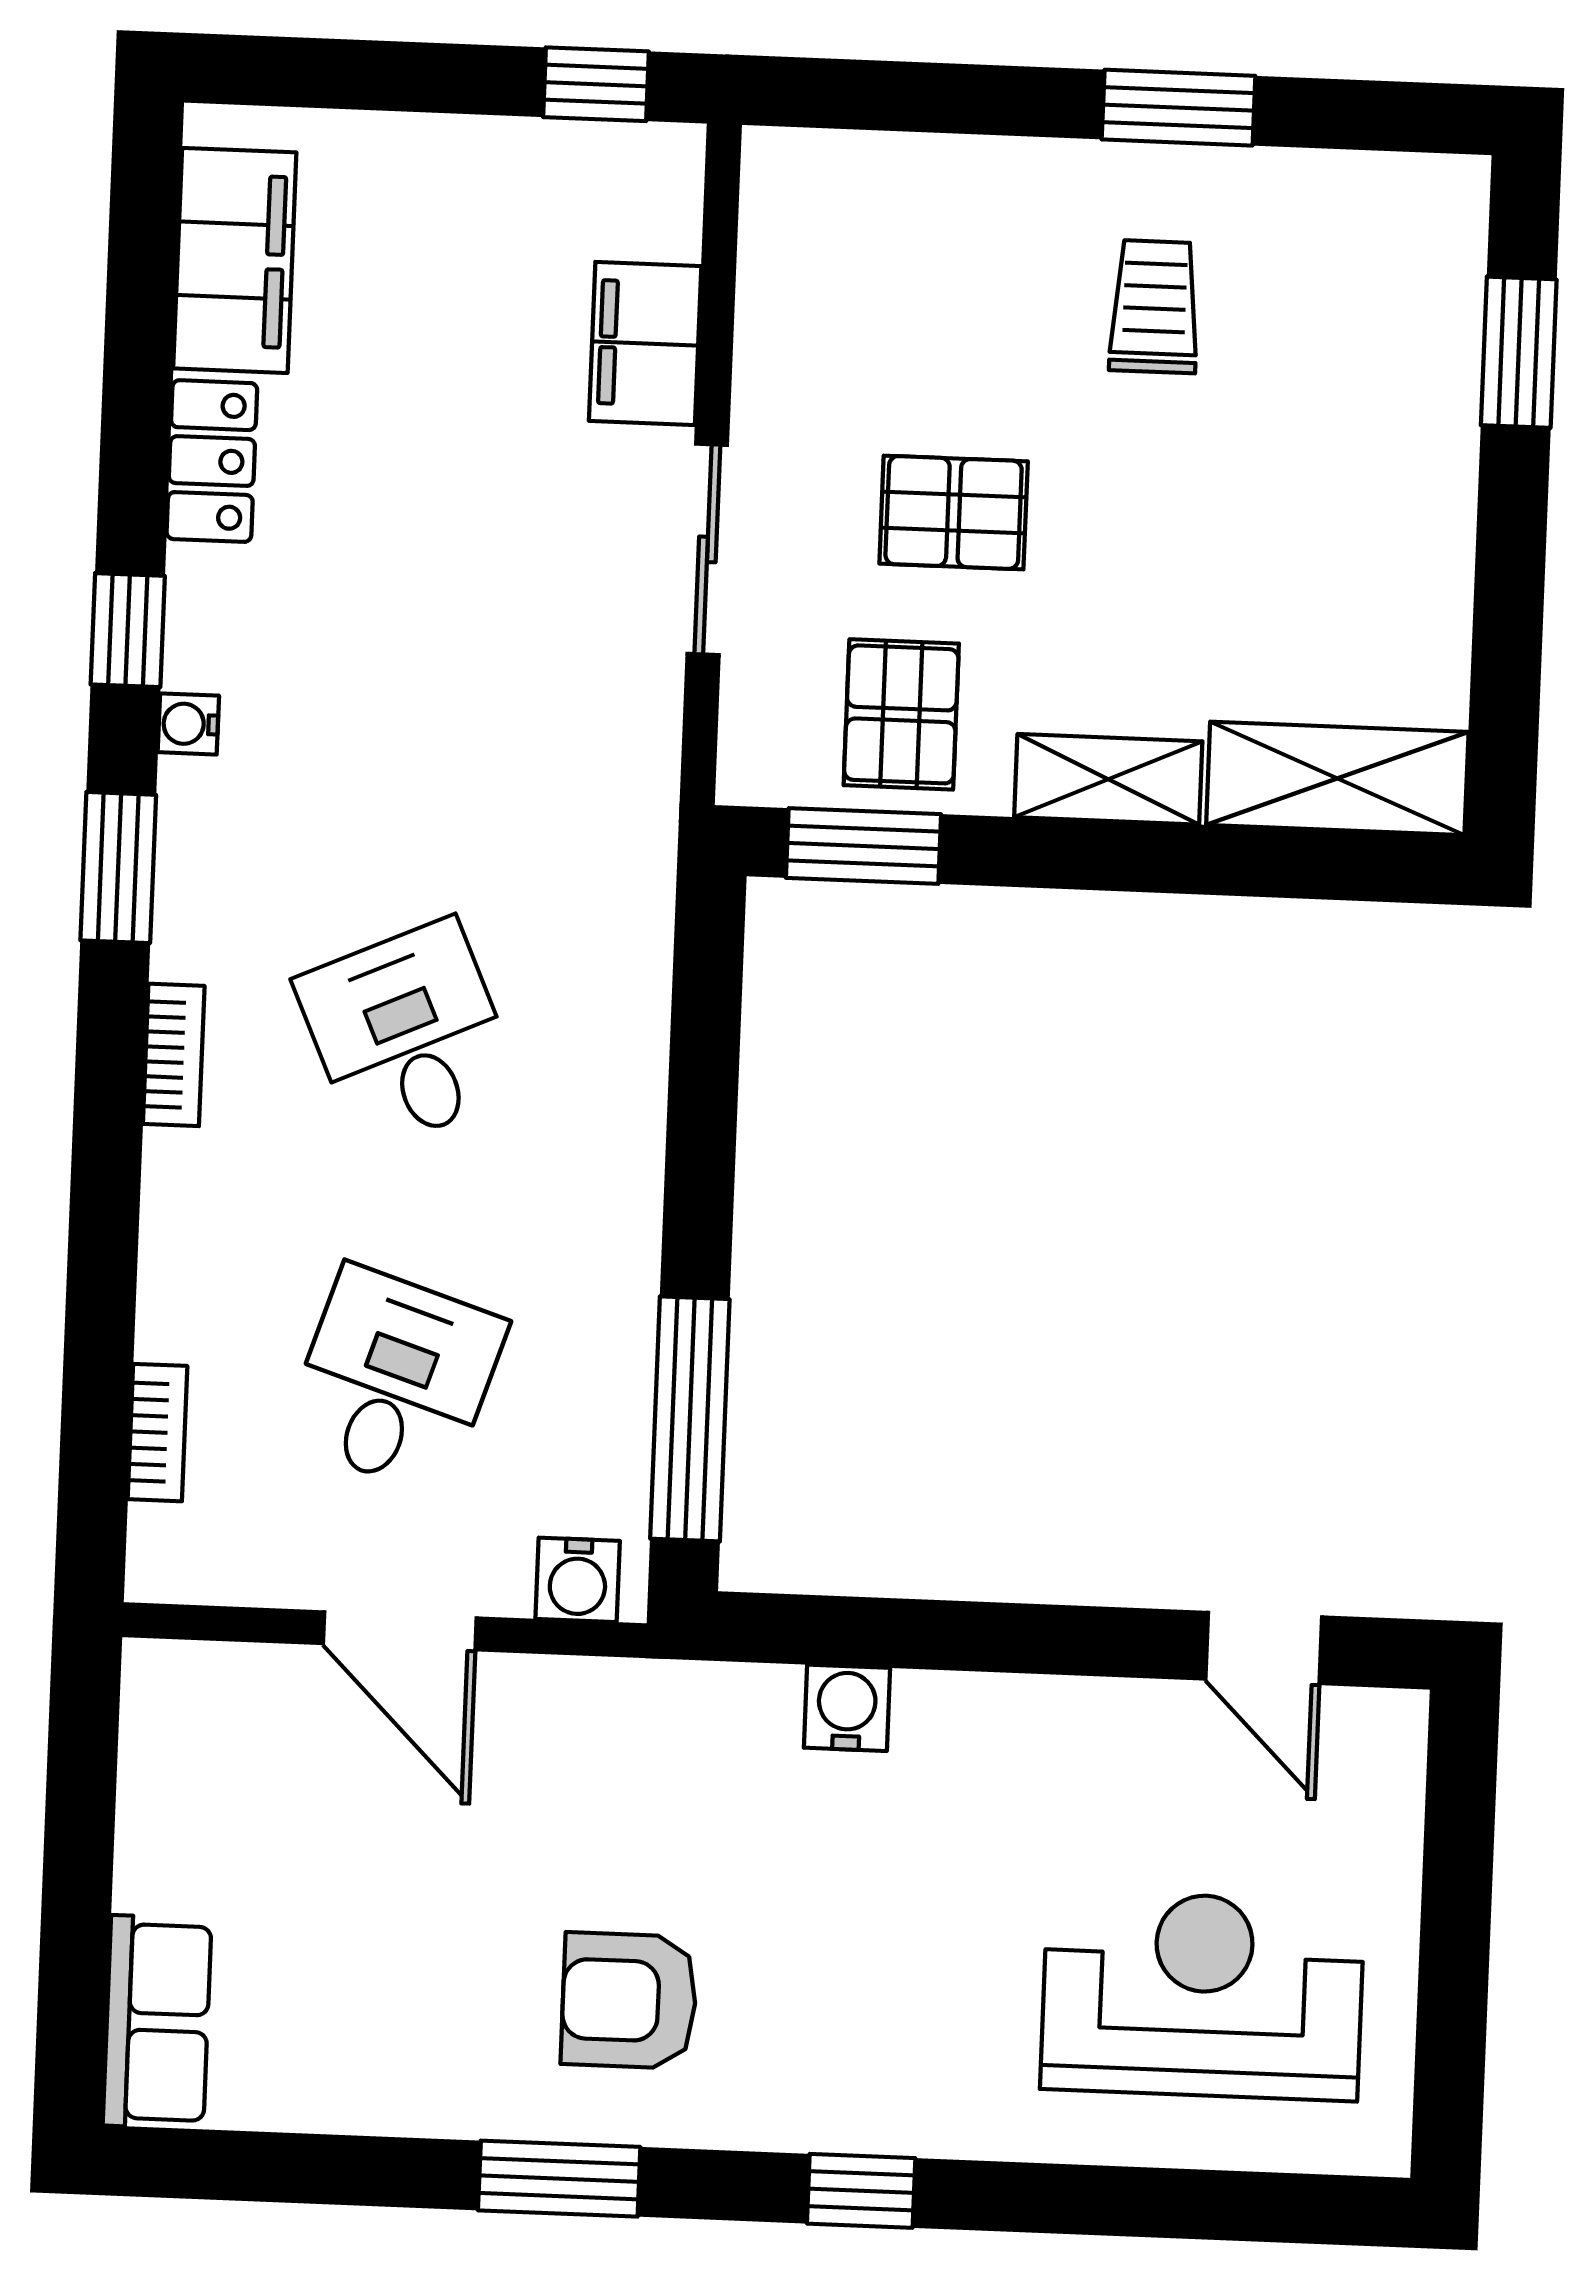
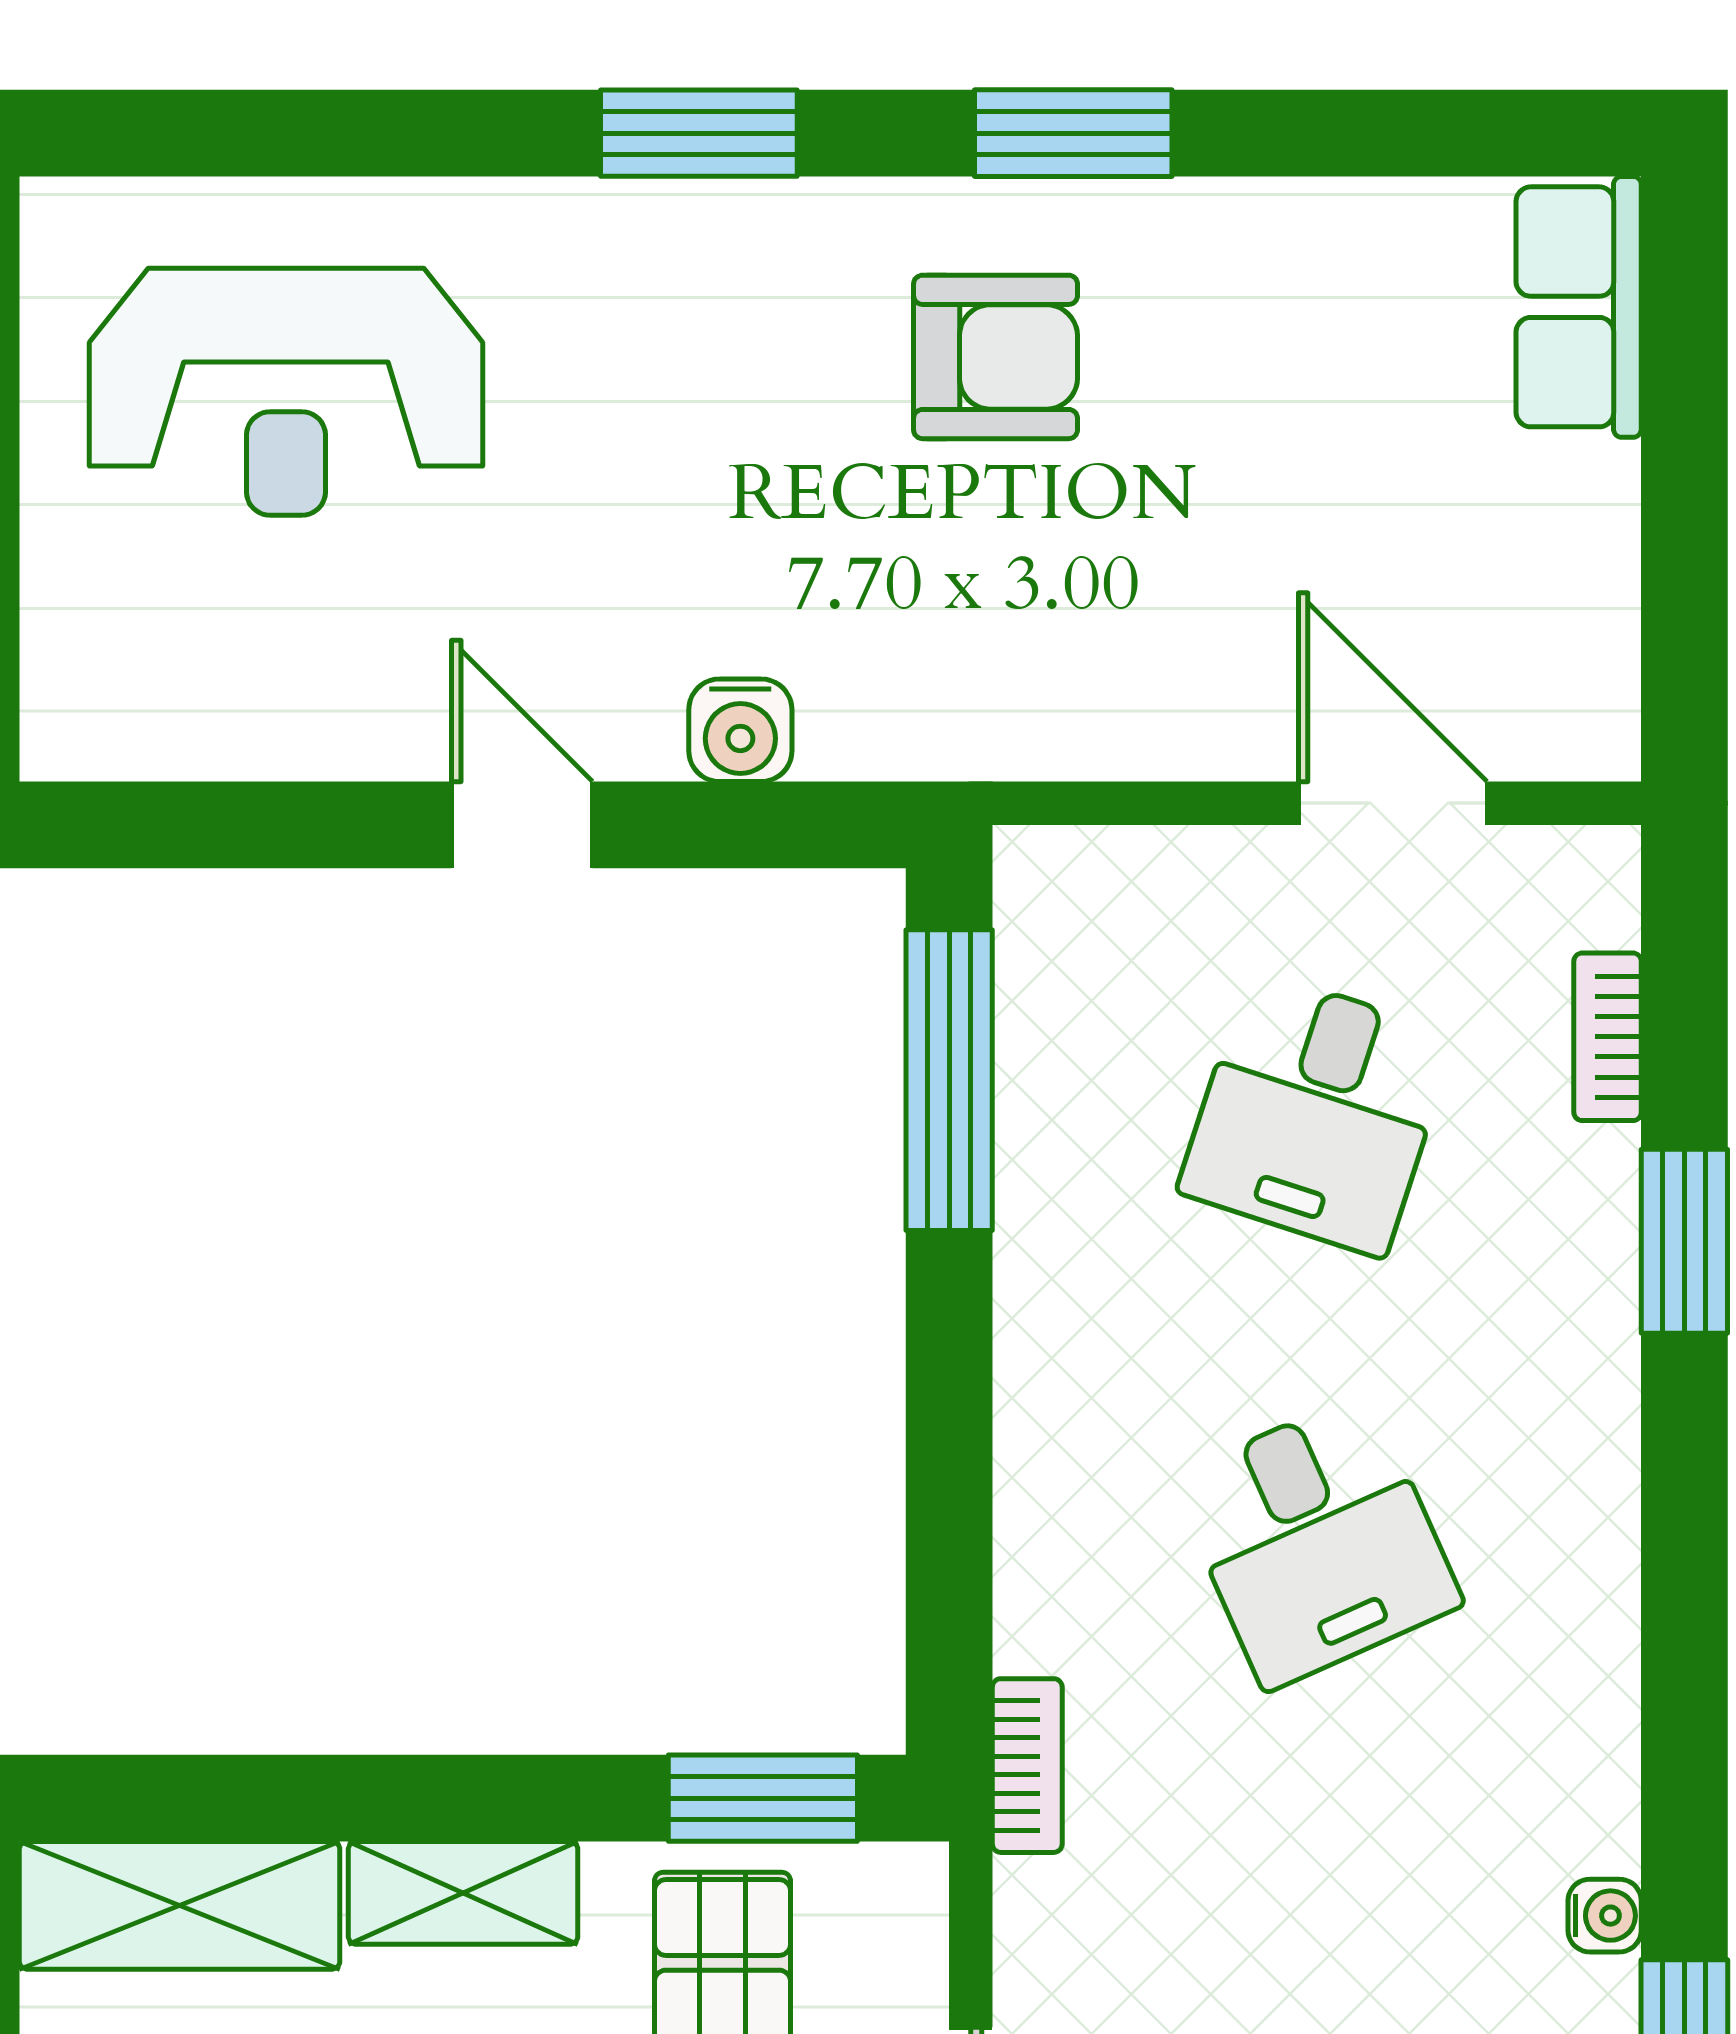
window: (118, 868) -> (1684, 1241), moved
bookcase: (174, 1055) -> (1027, 1766), moved, turned 180
water cooler: (578, 1580) -> (1080, 875), removed
door: (400, 1631) -> (1393, 803), moved
door: (1264, 1648) -> (522, 825), moved
window: (861, 2191) -> (699, 133), width x1.50

